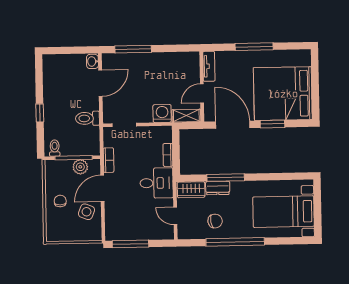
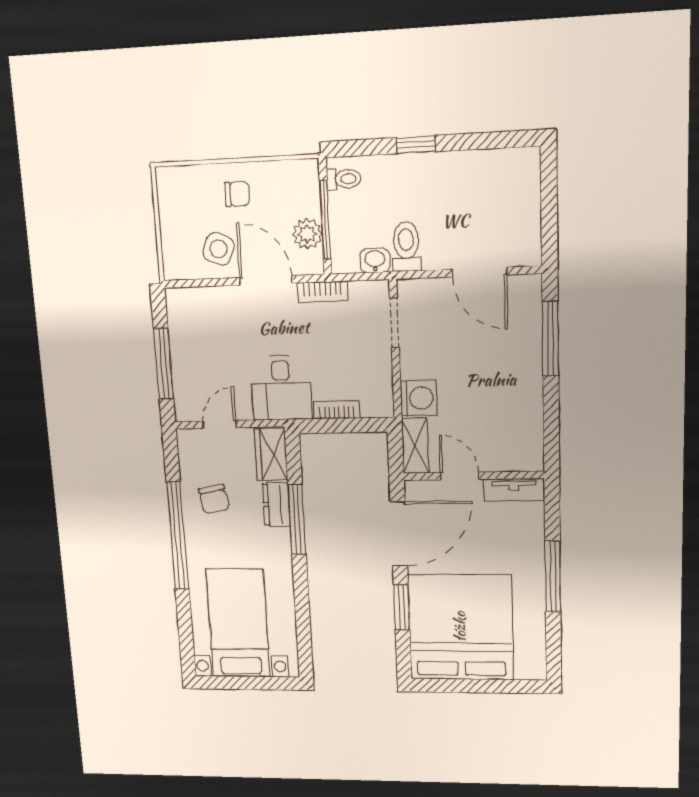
washbasin: (92, 61) -> (375, 261), moved
window: (130, 244) -> (164, 364), moved

